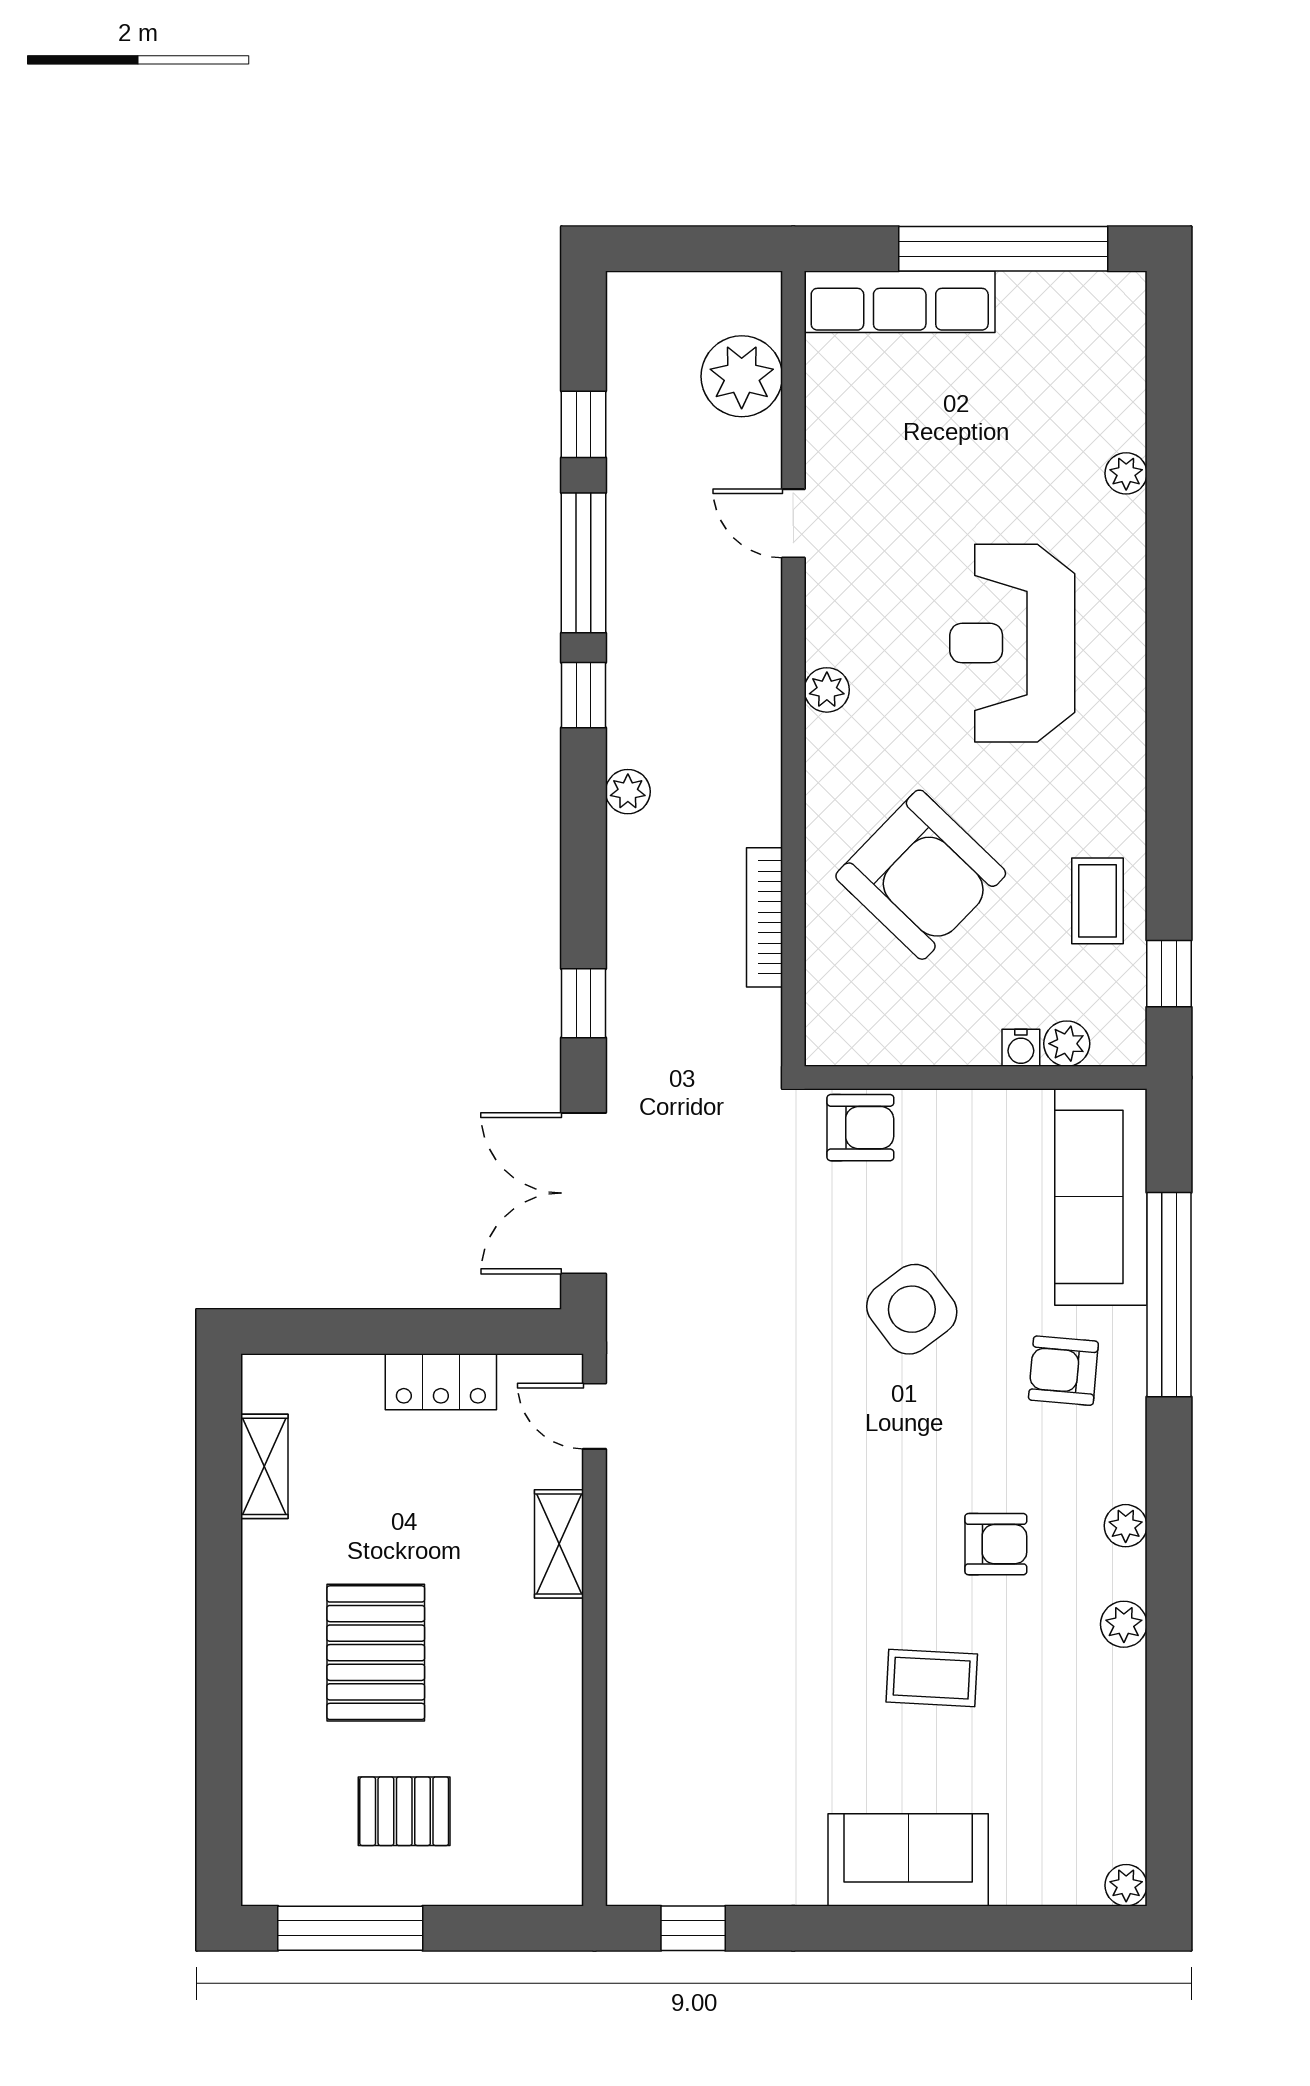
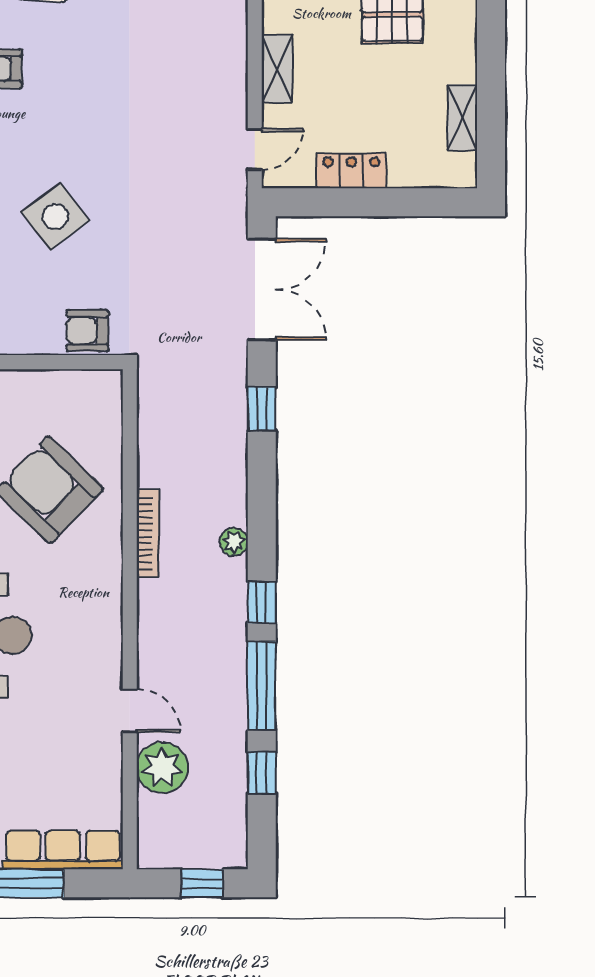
window: (678, 249) -> (202, 883), added
plant: (742, 376) -> (162, 768), moved
plant: (827, 690) -> (109, 606), removed
bookcase: (764, 917) -> (148, 533), moved
door: (594, 1416) -> (255, 149), hinge flipped

